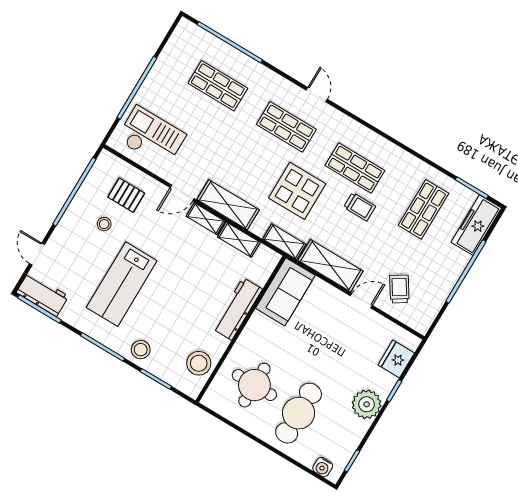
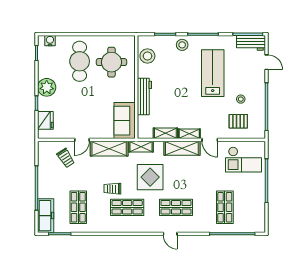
shop shelf: (218, 86) -> (225, 207), turned 90
door: (182, 193) -> (210, 140), swing flipped

